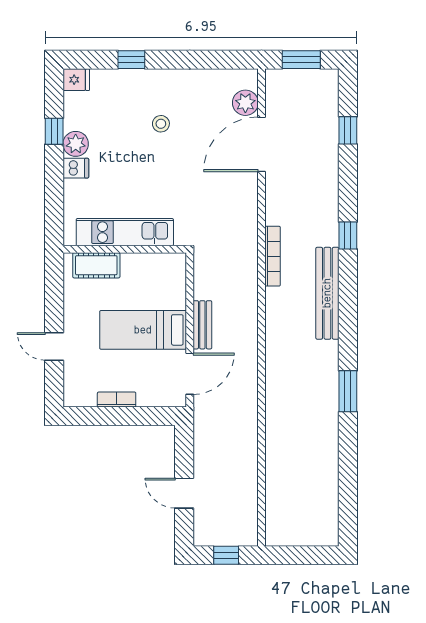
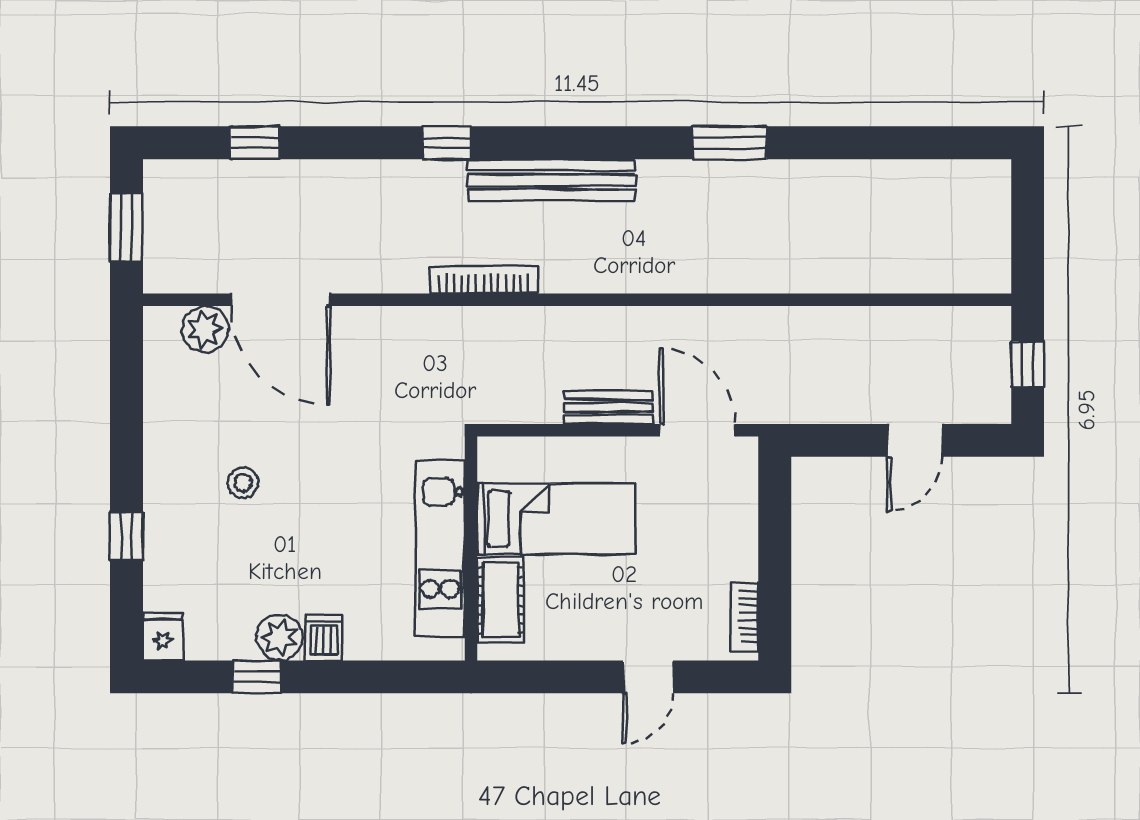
bed: (143, 330) -> (556, 519), moved, turned -90
bookcase: (117, 400) -> (745, 617), moved

